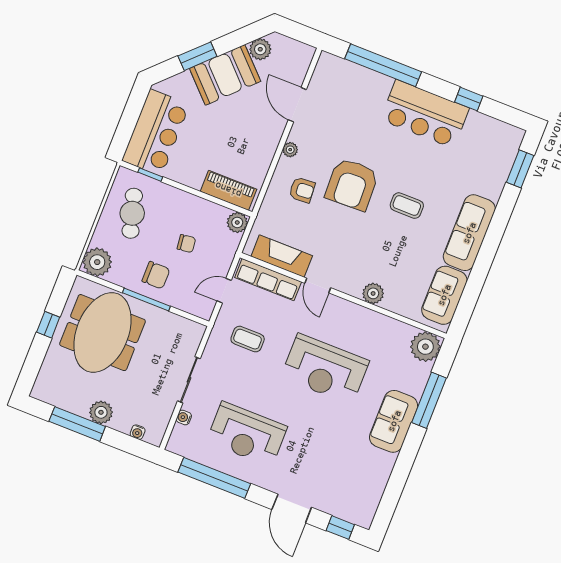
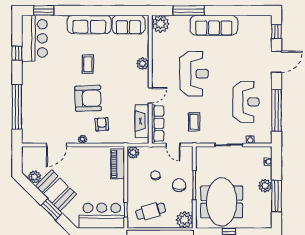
bar counter: (425, 114) -> (34, 38), moved
meeting table: (102, 333) -> (222, 202), turned 90
sofa: (394, 421) -> (214, 25), width x1.36

